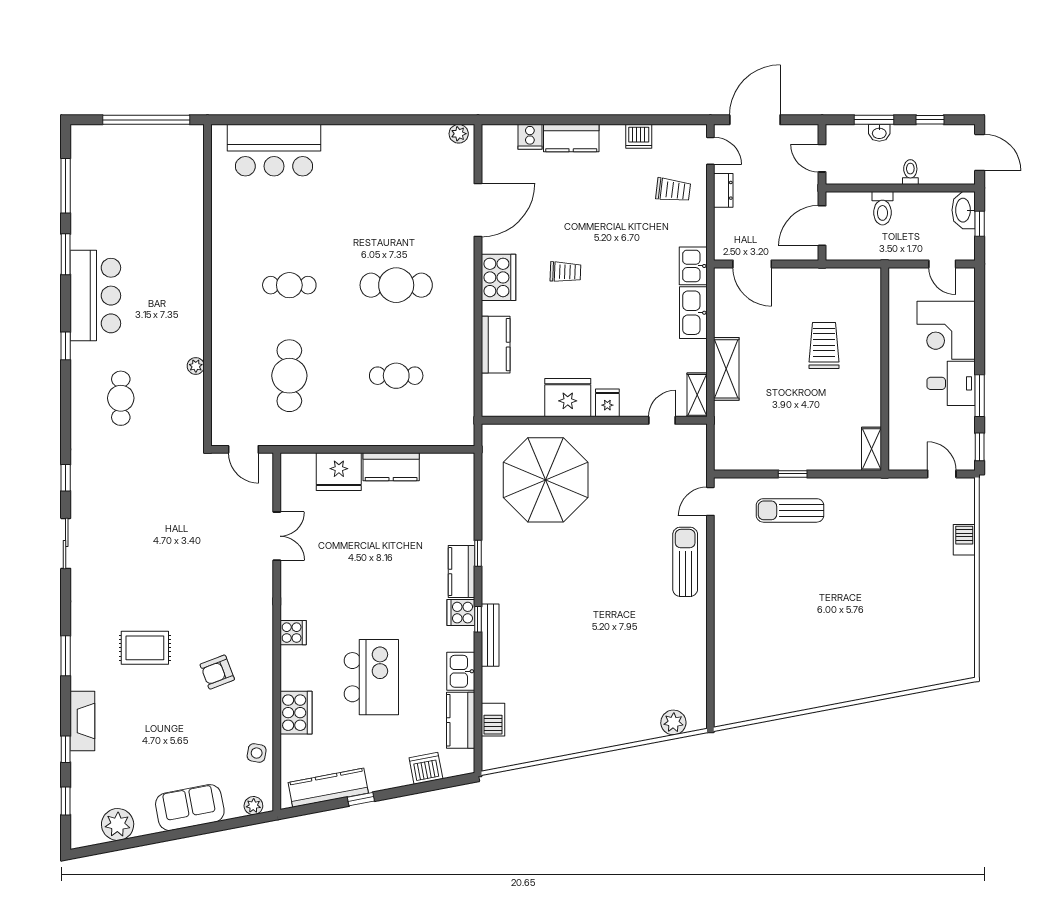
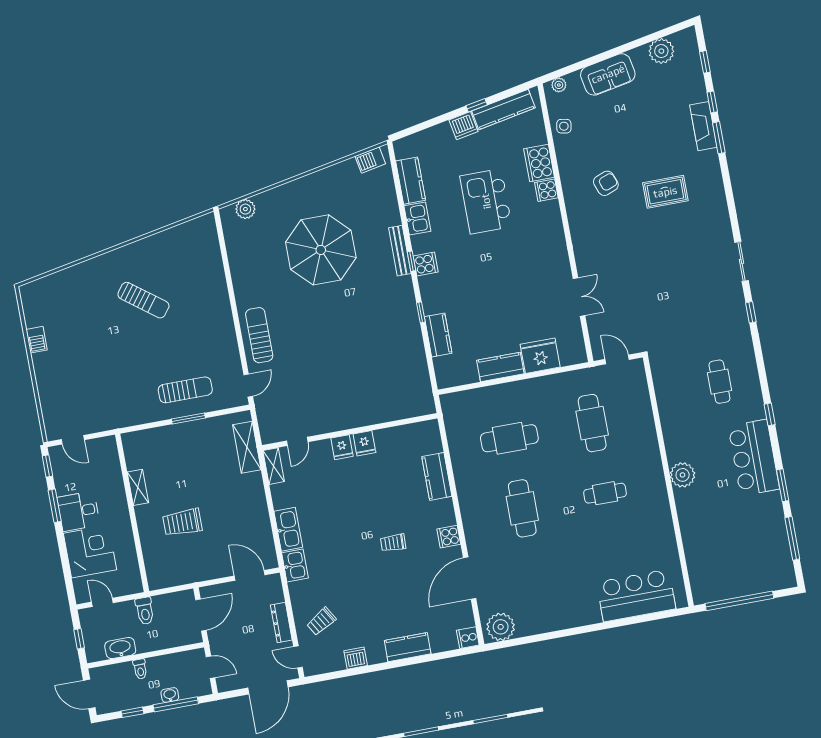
window: (874, 120) -> (176, 704), width x1.44
plant: (459, 134) -> (501, 627), width x1.88, depth x1.88
cooker: (530, 137) -> (468, 638), moved, turned -90
trolley: (673, 190) -> (321, 621), turned -38
dresser: (723, 190) -> (281, 623), width x1.44
toilet: (882, 208) -> (145, 611), moved, turned 180
washbasin: (964, 210) -> (120, 648), moved, turned -90
cooker: (498, 277) -> (449, 537), width x0.53, depth x0.76
cafe table: (396, 285) -> (522, 508), turned 90
trolley: (824, 345) -> (182, 522), turned 90
plant: (196, 366) -> (683, 475), moved, width x1.88, depth x1.88
shelving: (726, 369) -> (247, 447), moved
cafe table: (396, 376) -> (509, 438), width x1.37, depth x1.35
fridge: (568, 398) -> (364, 443), width x0.53, depth x0.75
shelving: (872, 449) -> (138, 487), moved
window: (793, 474) -> (188, 418), width x1.50
parasol: (546, 480) -> (321, 250), moved
double door: (277, 536) -> (579, 297), swing flipped
barbecue: (964, 540) -> (37, 340), moved
sun lounger: (685, 562) -> (259, 335), turned 180
kitchen counter: (462, 572) -> (438, 335), moved
sun lounger: (822, 632) -> (143, 300), added
cooker: (293, 633) -> (546, 190), moved
window: (66, 656) -> (719, 138), moved
barbecue: (493, 720) -> (370, 160), moved, turned -101
dishwasher: (426, 768) -> (463, 126), moved

